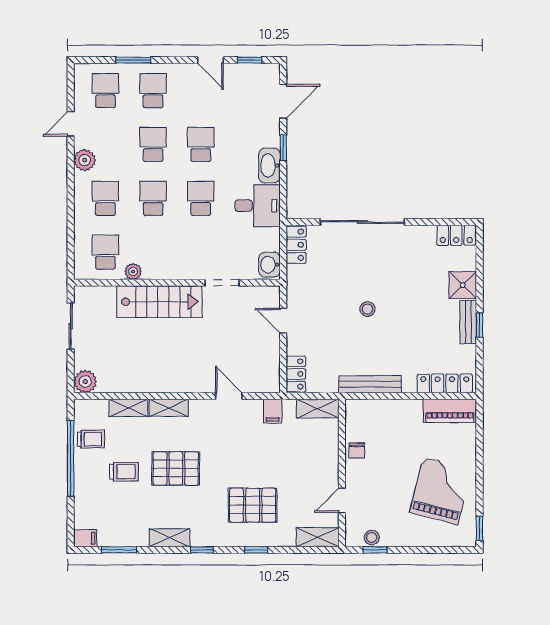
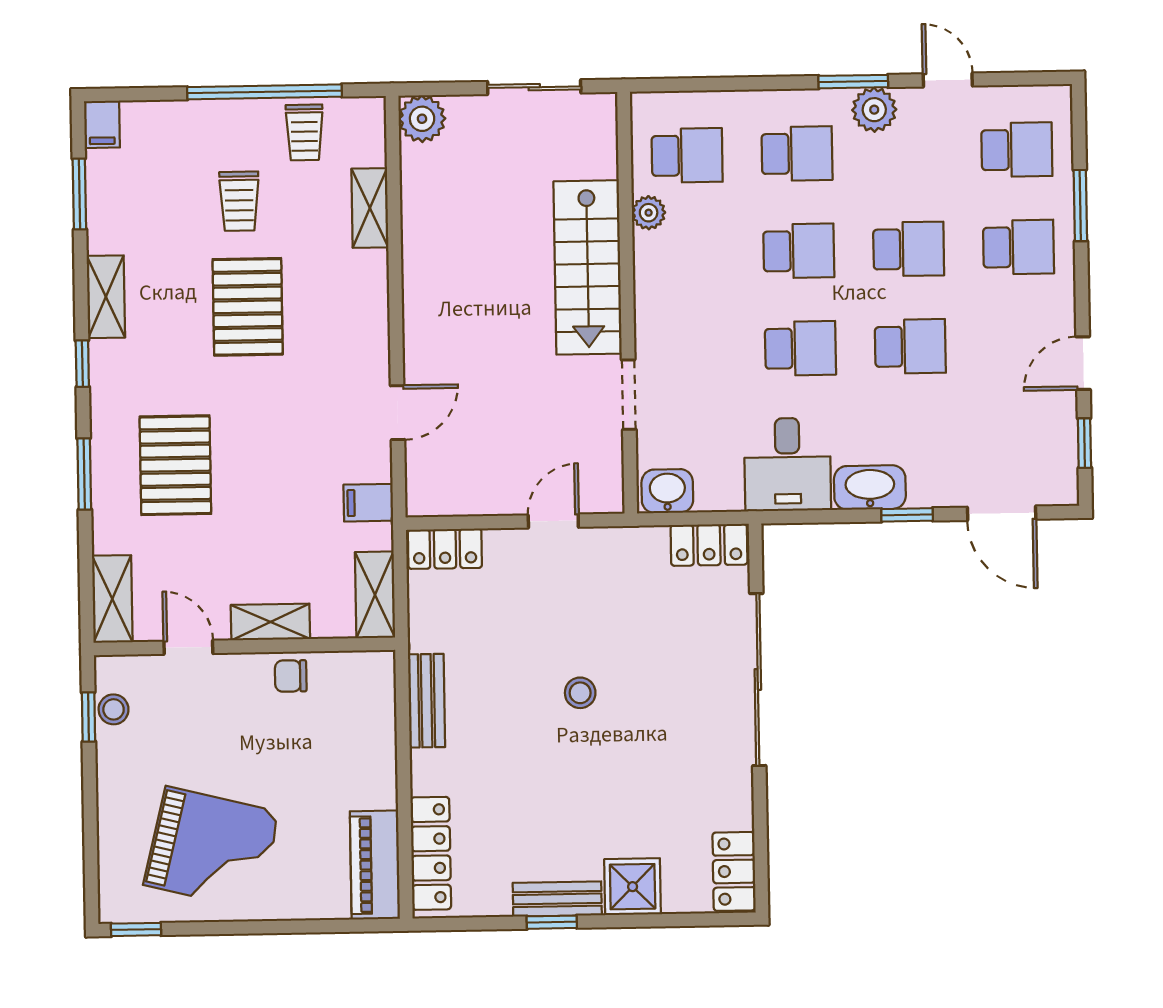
window: (71, 170) -> (853, 82), added
bench: (370, 384) -> (427, 701), width x0.73
shelving: (169, 408) -> (270, 622), moved, turned 90
window: (256, 550) -> (84, 474), width x1.50

